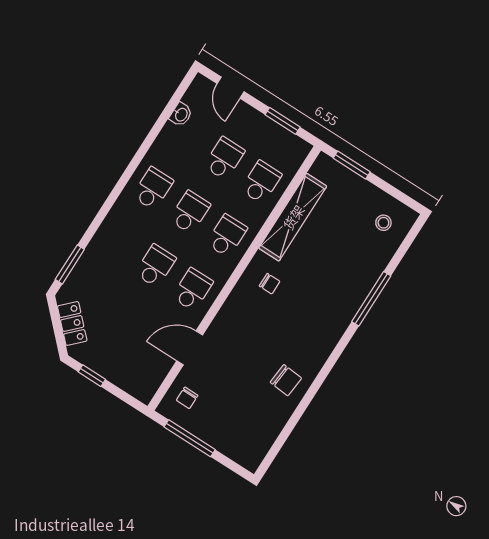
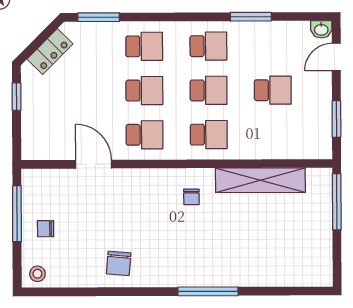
washbasin: (181, 114) -> (321, 29), moved
window: (151, 137) -> (251, 17), added
window: (352, 165) -> (337, 202), width x1.44
school desk: (261, 182) -> (144, 46), moved
stool: (383, 223) -> (37, 274), moved
window: (371, 299) -> (208, 291), moved
chair: (187, 398) -> (46, 229), moved

